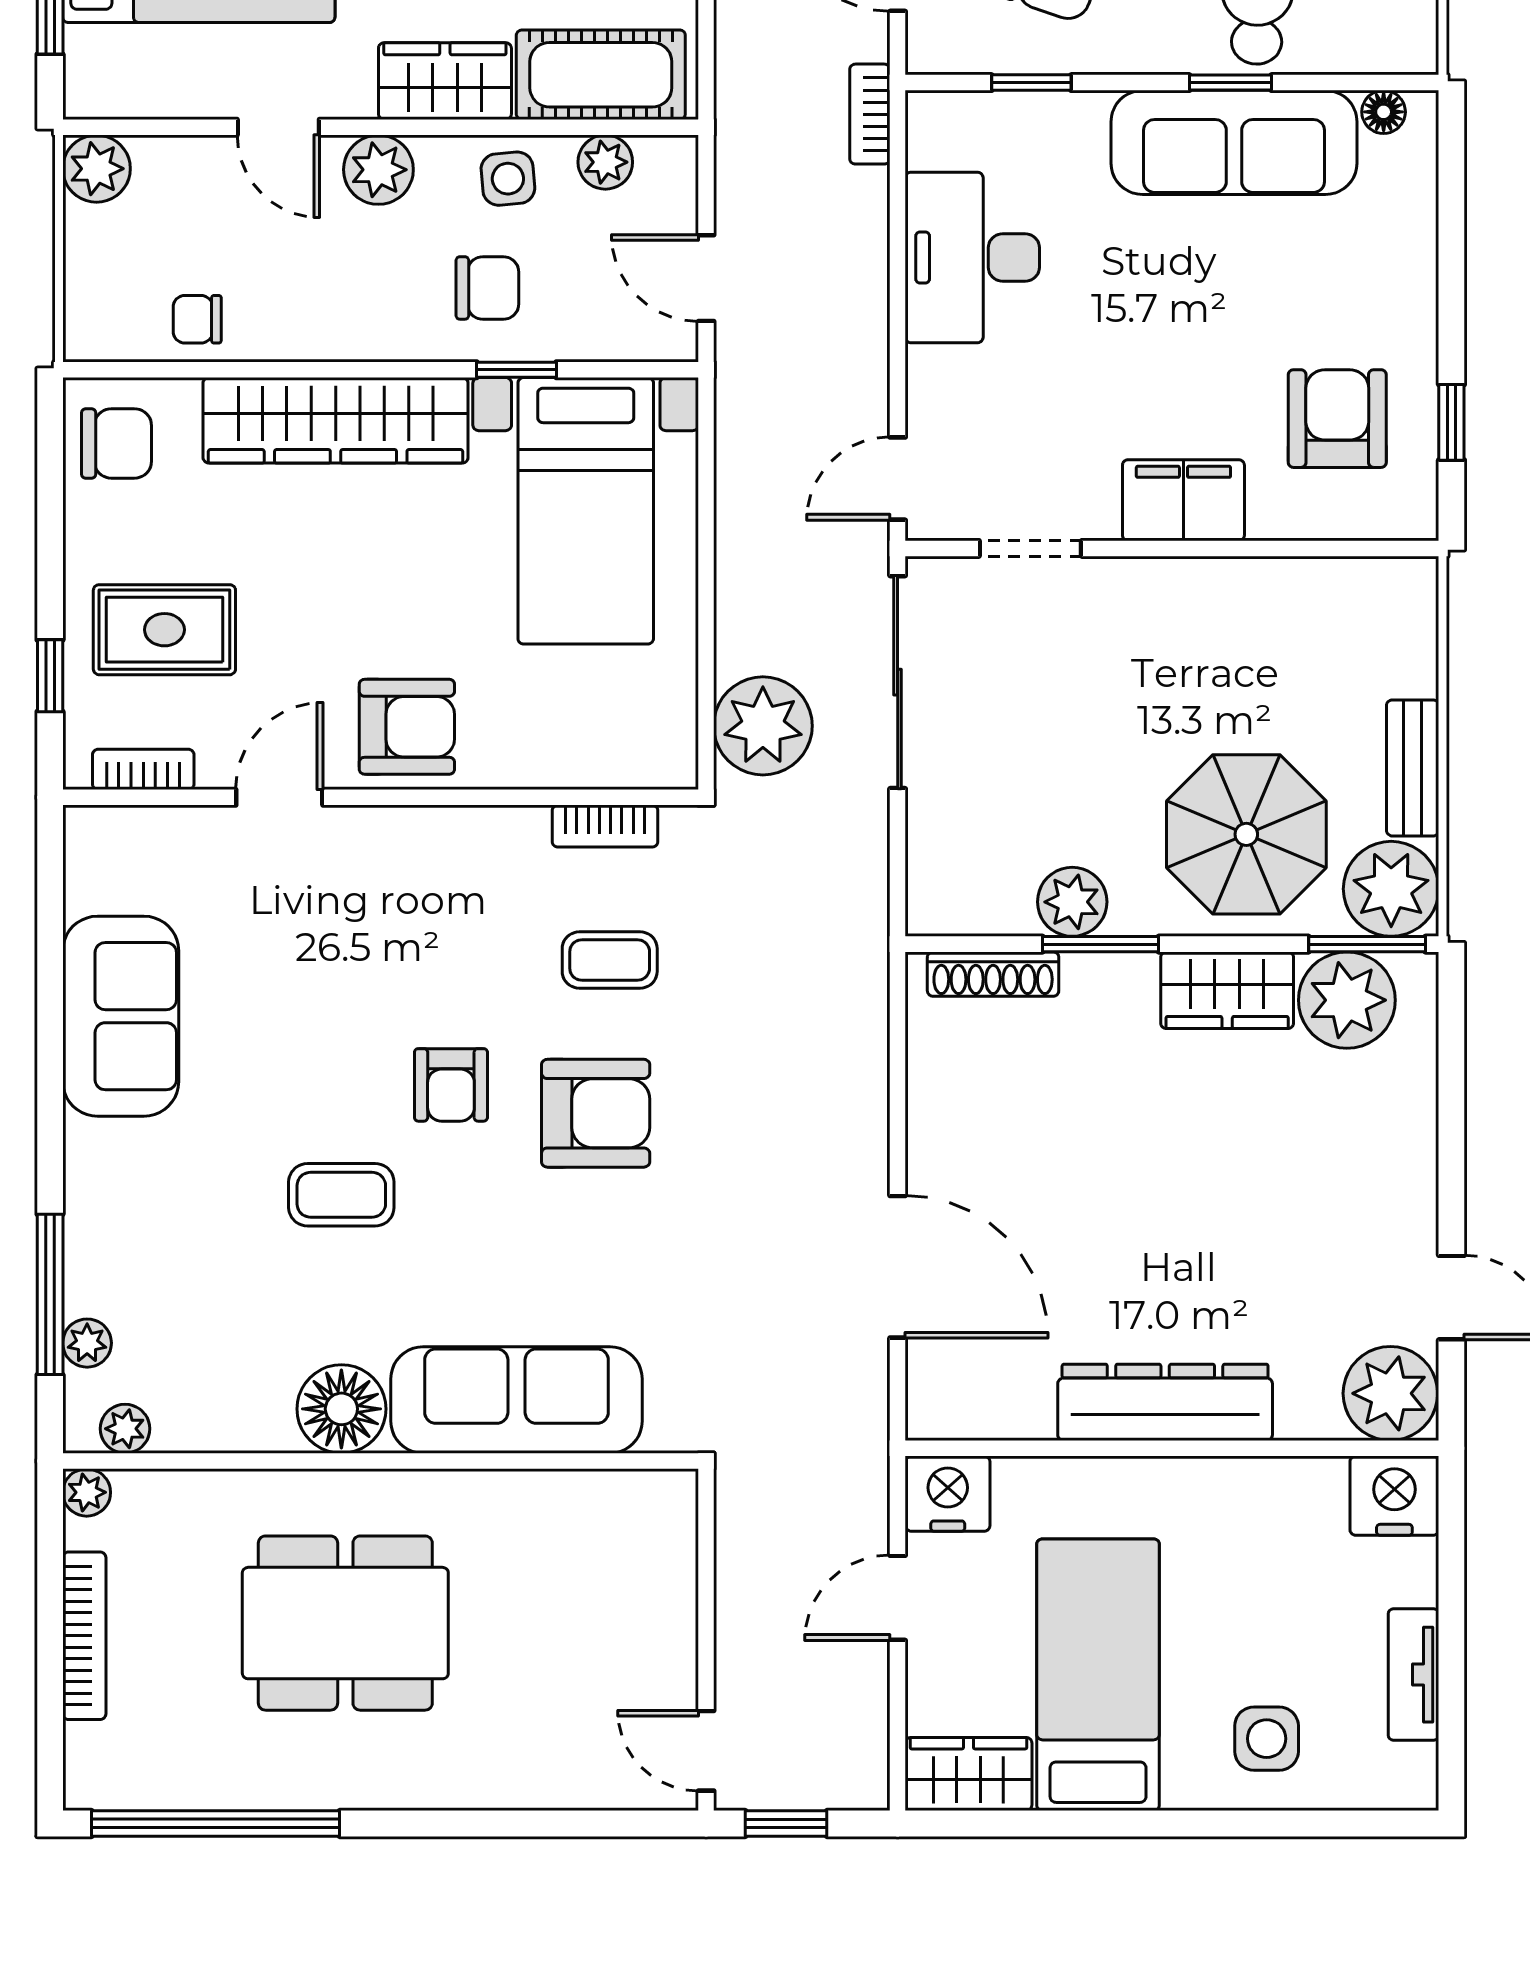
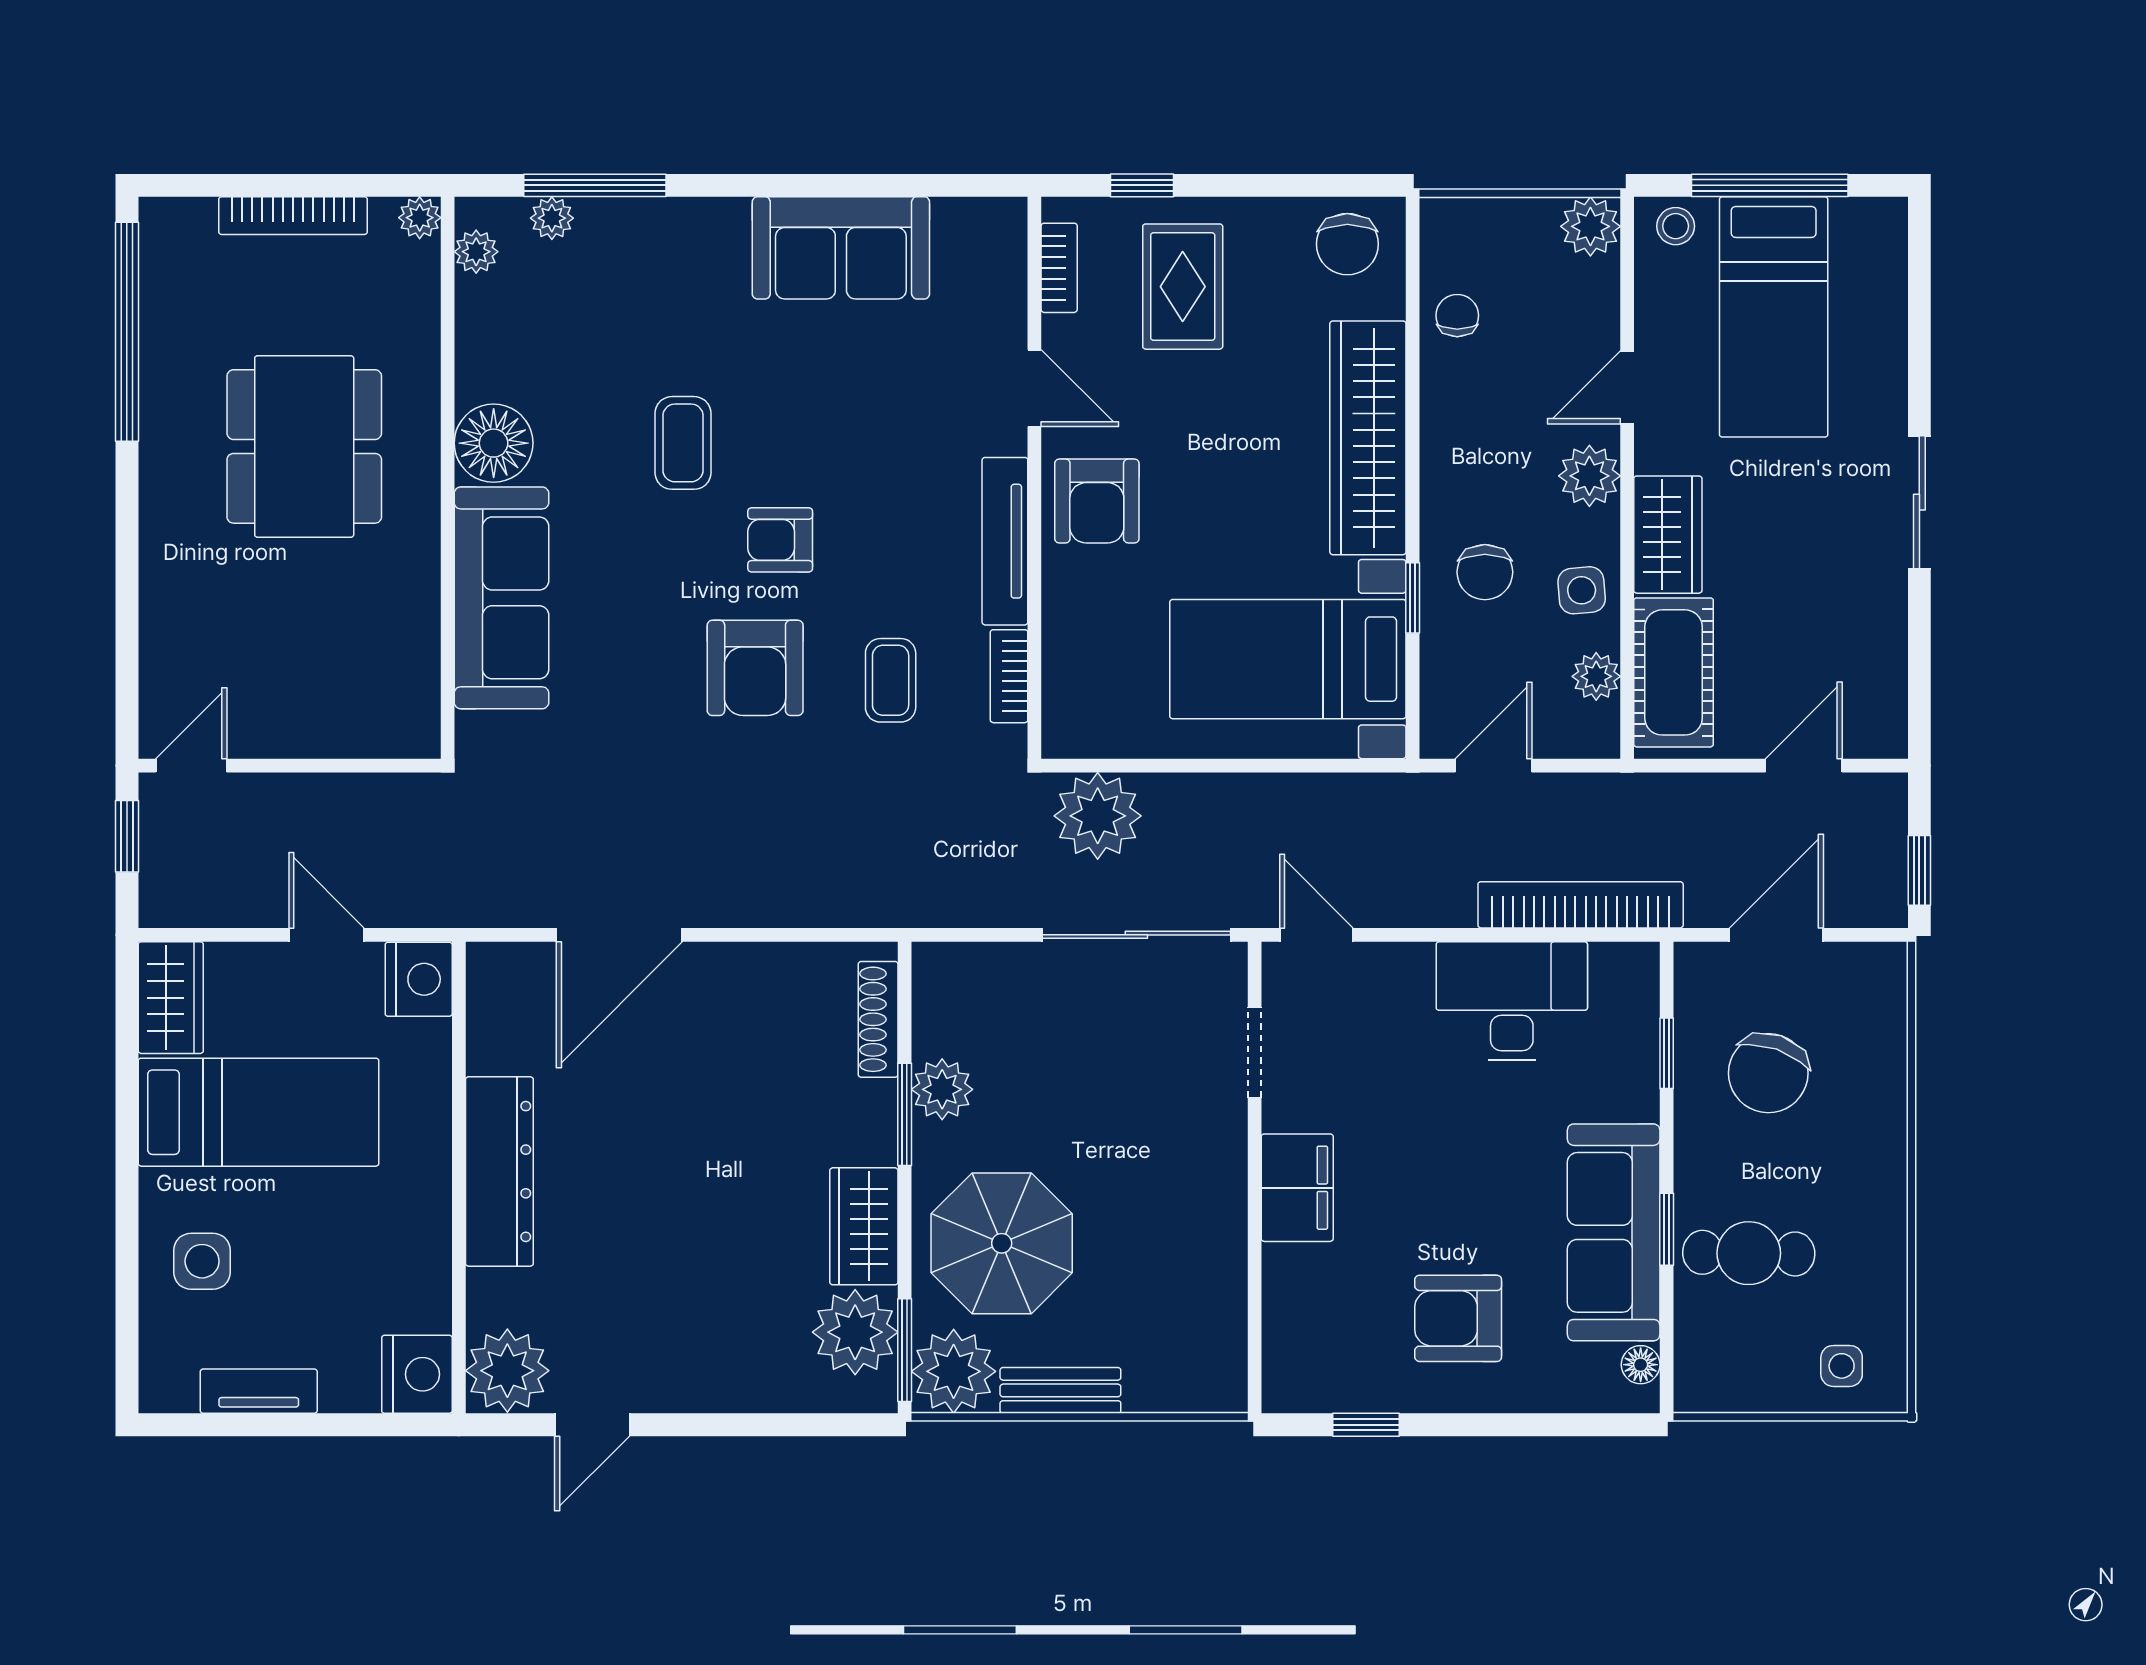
stool: (96, 72) -> (1676, 226), added
bookcase: (870, 114) -> (1581, 905), width x2.31, depth x1.31
armchair: (1337, 419) -> (1458, 1318), moved, turned 180
tv unit: (452, 831) -> (1005, 541), added

